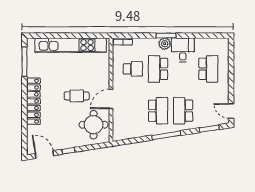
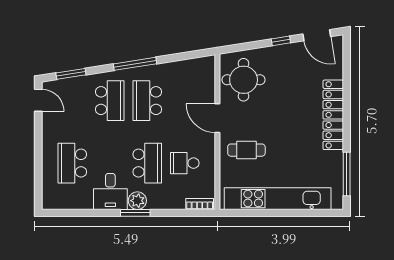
cafe table: (77, 96) -> (246, 150), moved
door: (111, 99) -> (217, 118), swing flipped

